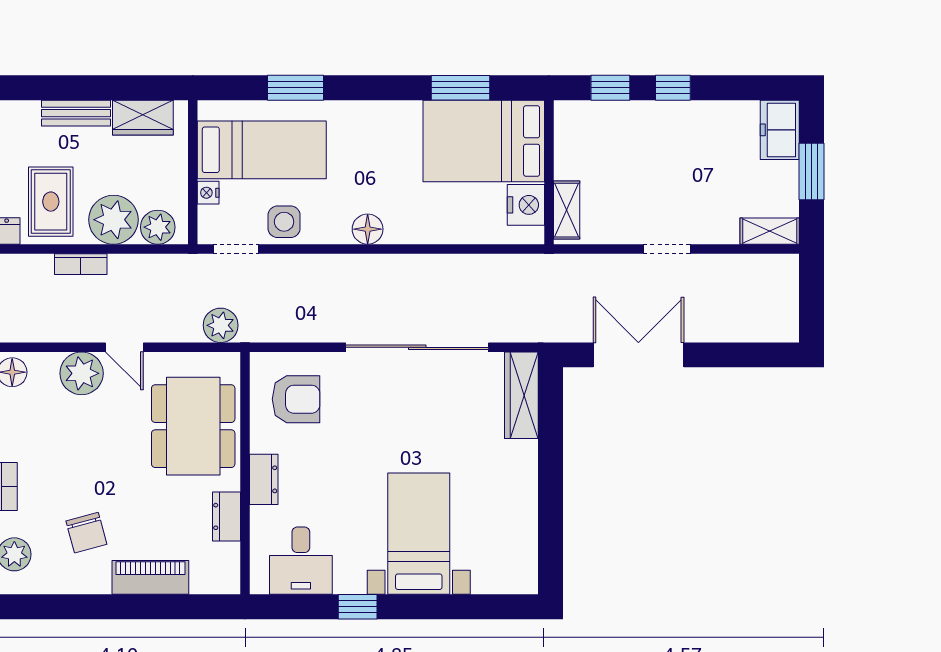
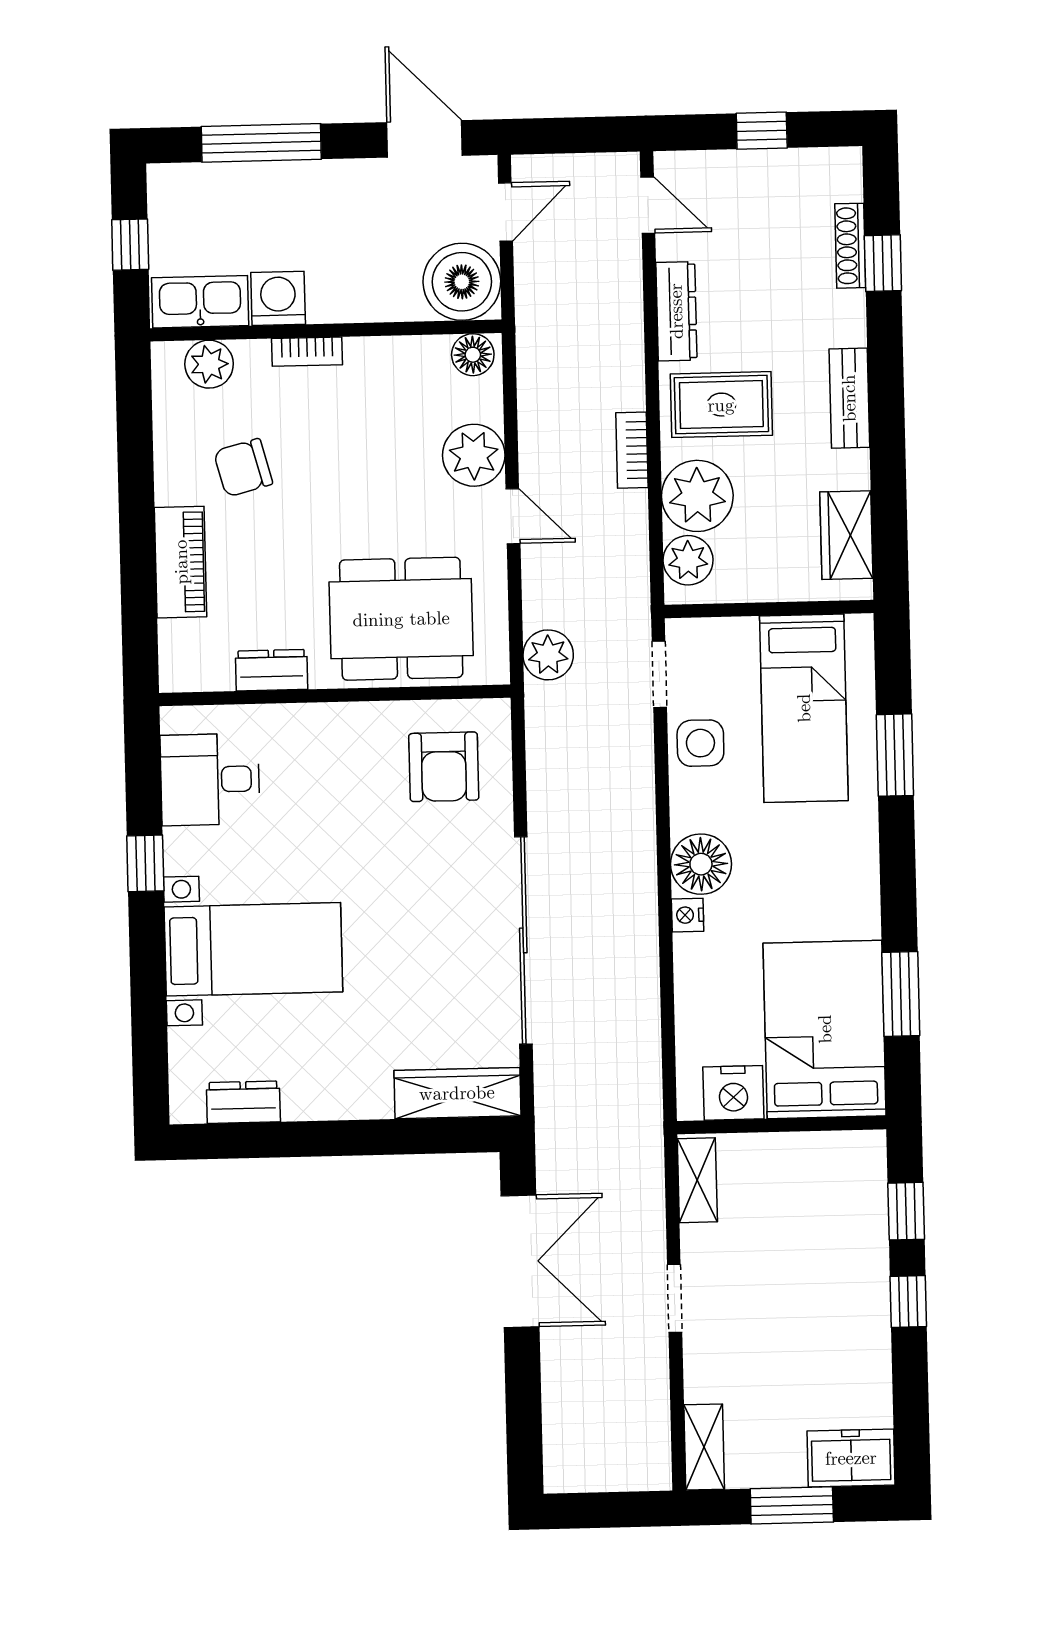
bench: (76, 113) -> (849, 398), moved
nightstand: (208, 193) -> (688, 915), moved, turned -90
shelving: (567, 210) -> (697, 1180), moved, turned 90
floor lamp: (368, 229) -> (701, 864), width x1.38, depth x1.38
door: (124, 347) -> (513, 516), swing flipped
dresser: (264, 479) -> (243, 1102), moved, turned 180

